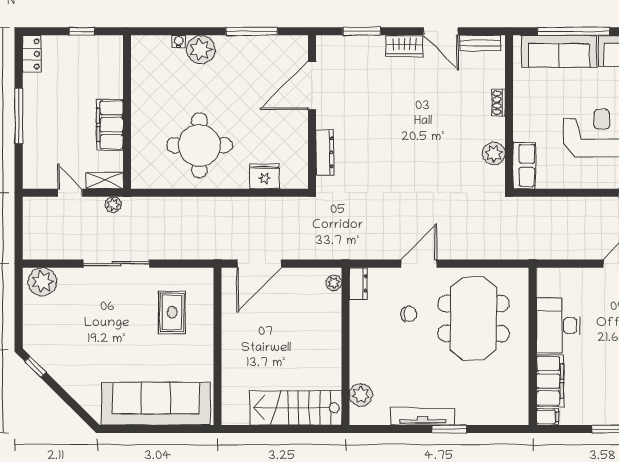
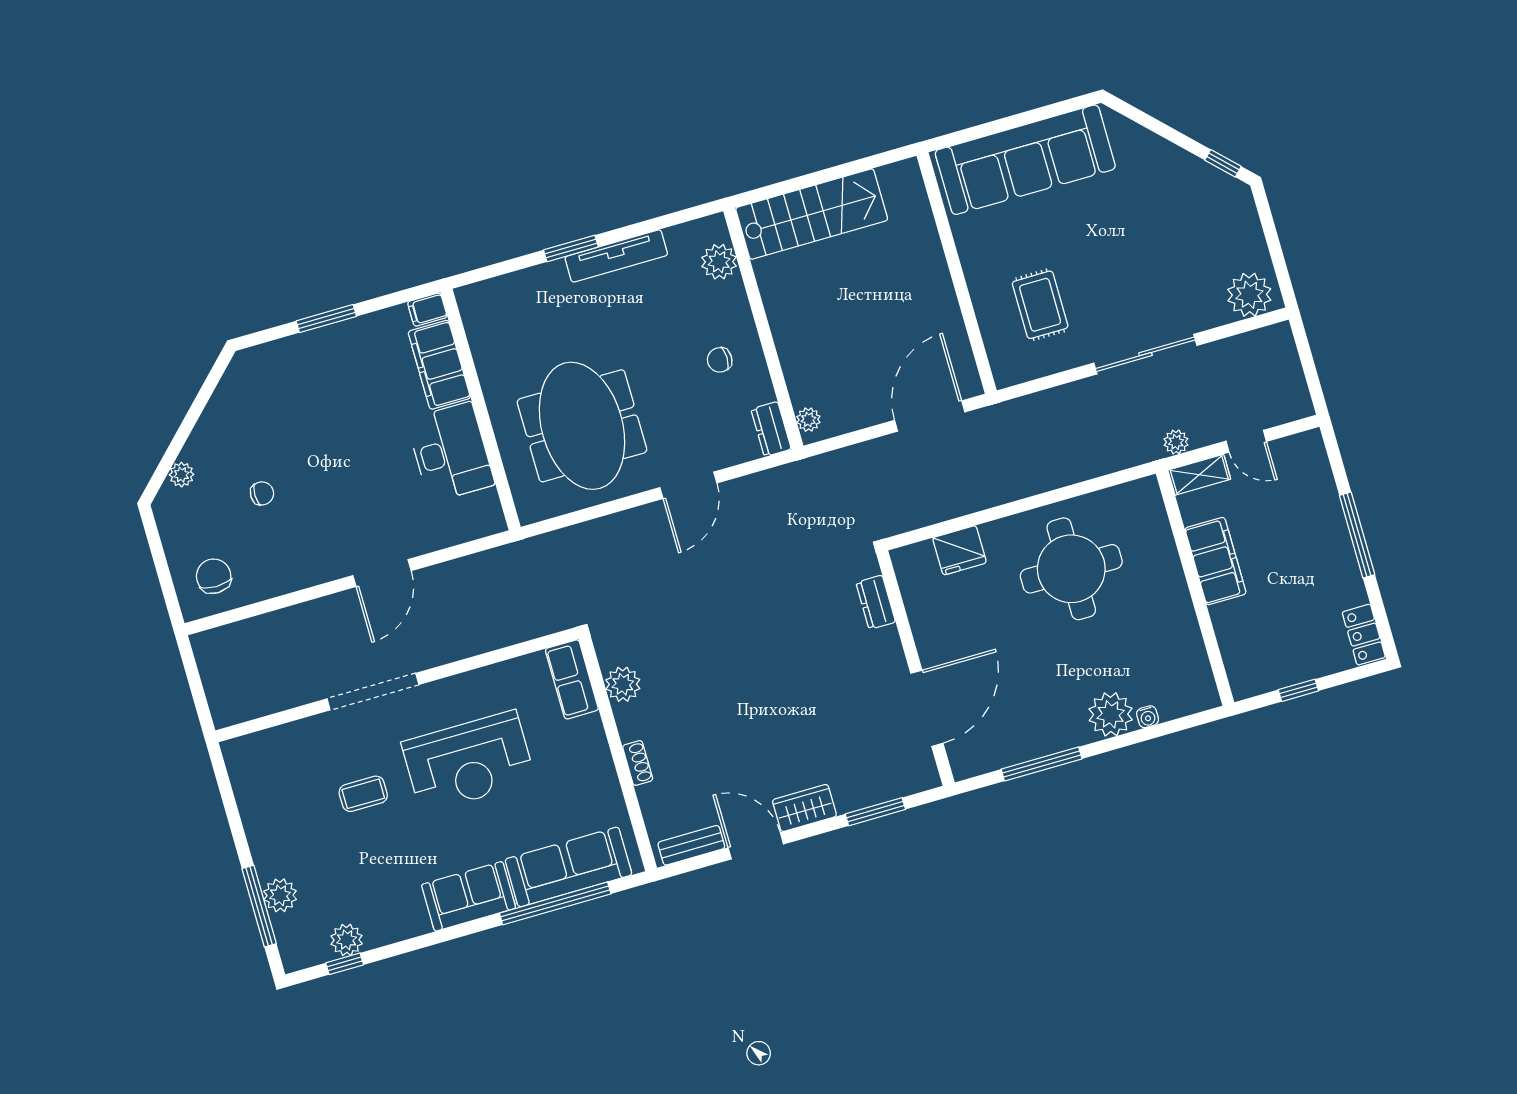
dresser: (325, 152) -> (876, 602), width x0.70
chair: (409, 314) -> (720, 360), moved

